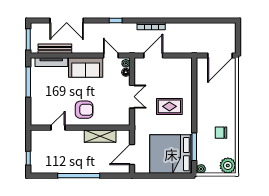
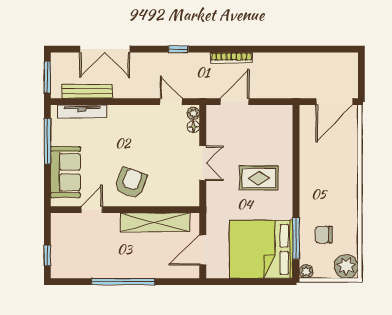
sofa: (86, 68) -> (65, 172), moved, turned -90
armchair: (84, 110) -> (131, 183), turned -71
chair: (221, 133) -> (324, 235), moved
shelving: (100, 136) -> (155, 222), width x1.47

